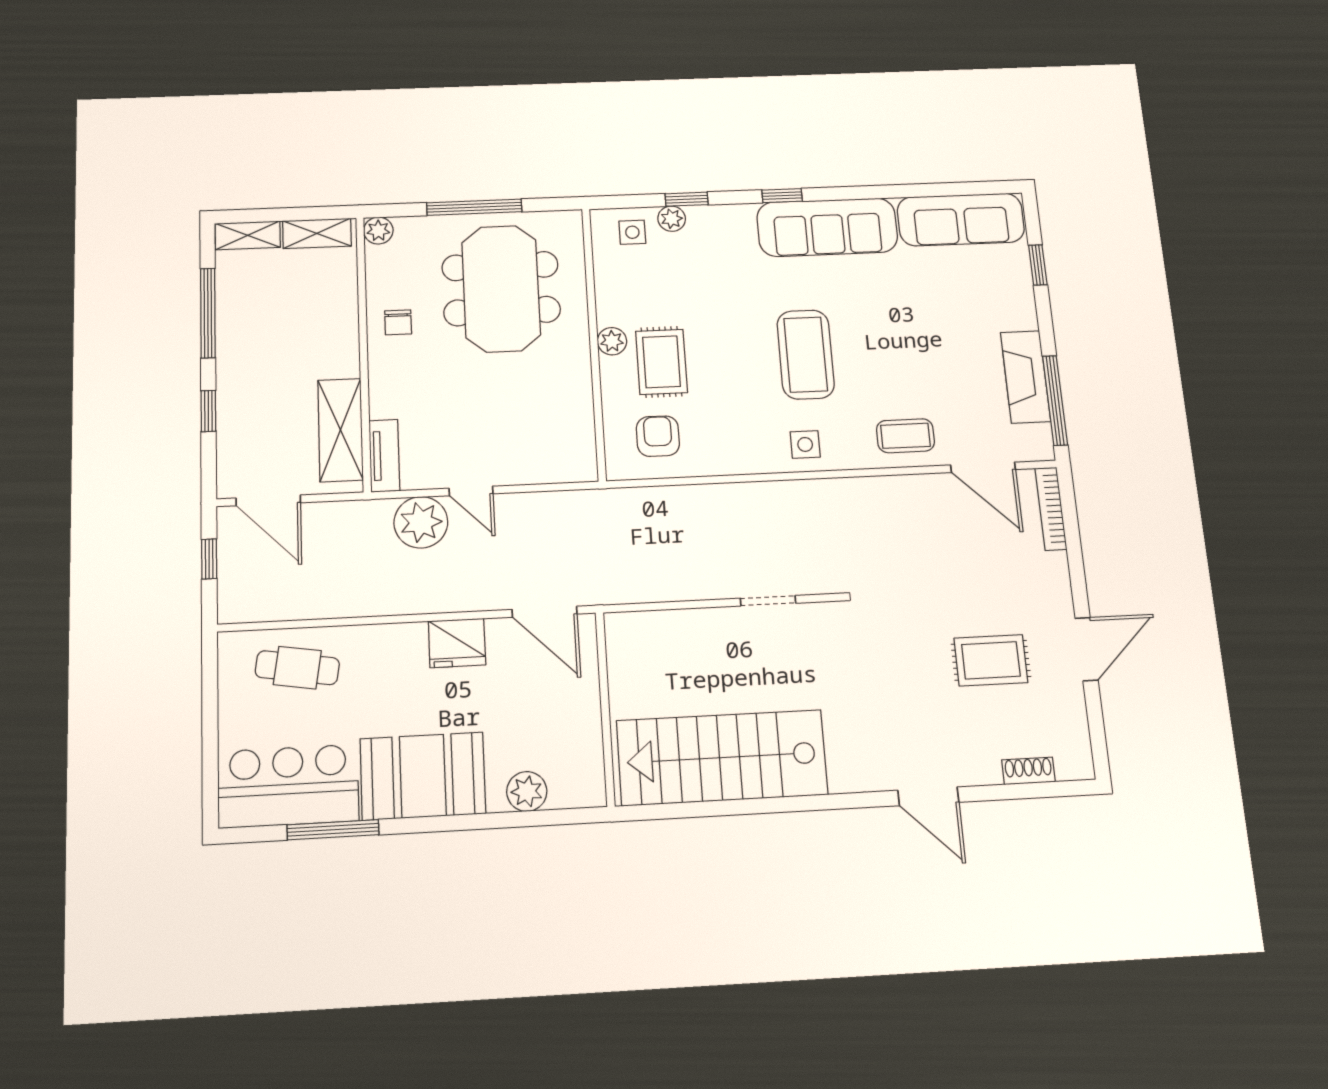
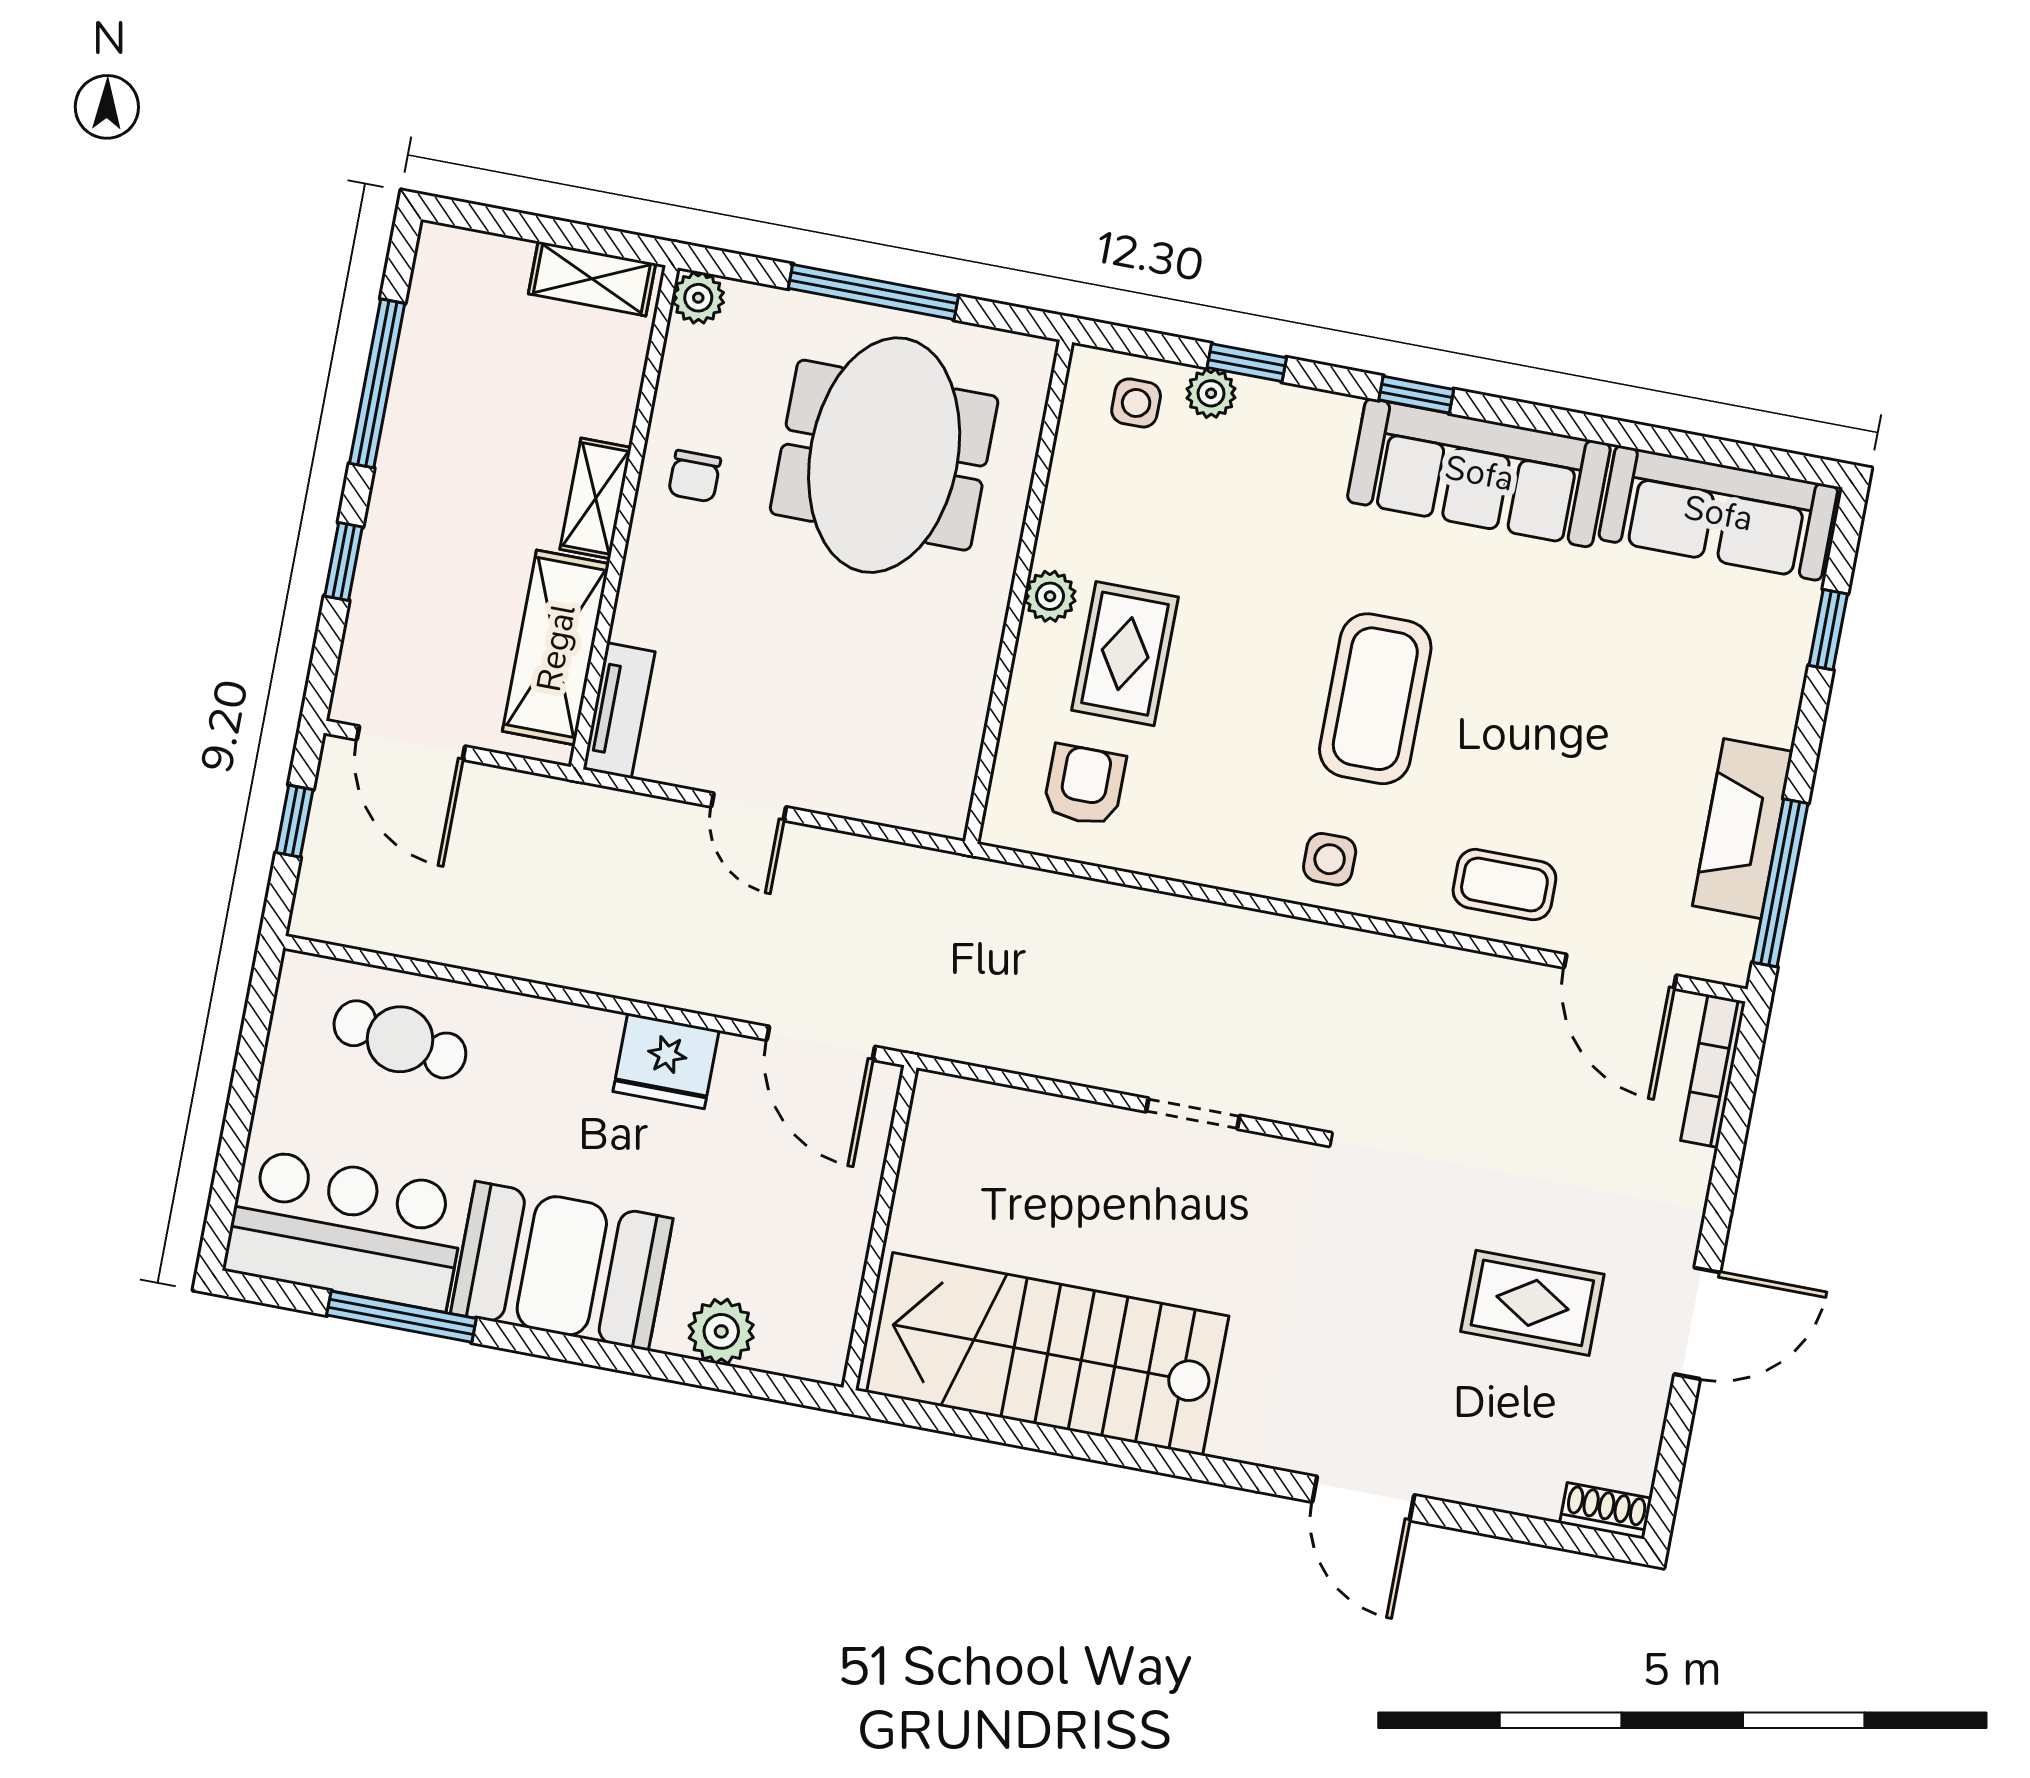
shelving: (248, 235) -> (596, 498), moved, turned 90
plant: (421, 522) -> (654, 841), removed
shoe rack: (1028, 771) -> (1606, 1511), moved

